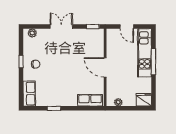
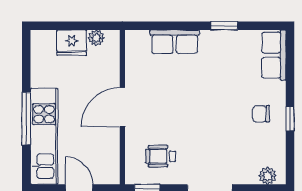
wheelchair: (86, 43) -> (160, 156), added
door: (105, 67) -> (122, 107), swing flipped
row of seats: (90, 100) -> (175, 42), moved
fridge: (144, 100) -> (72, 43), moved

